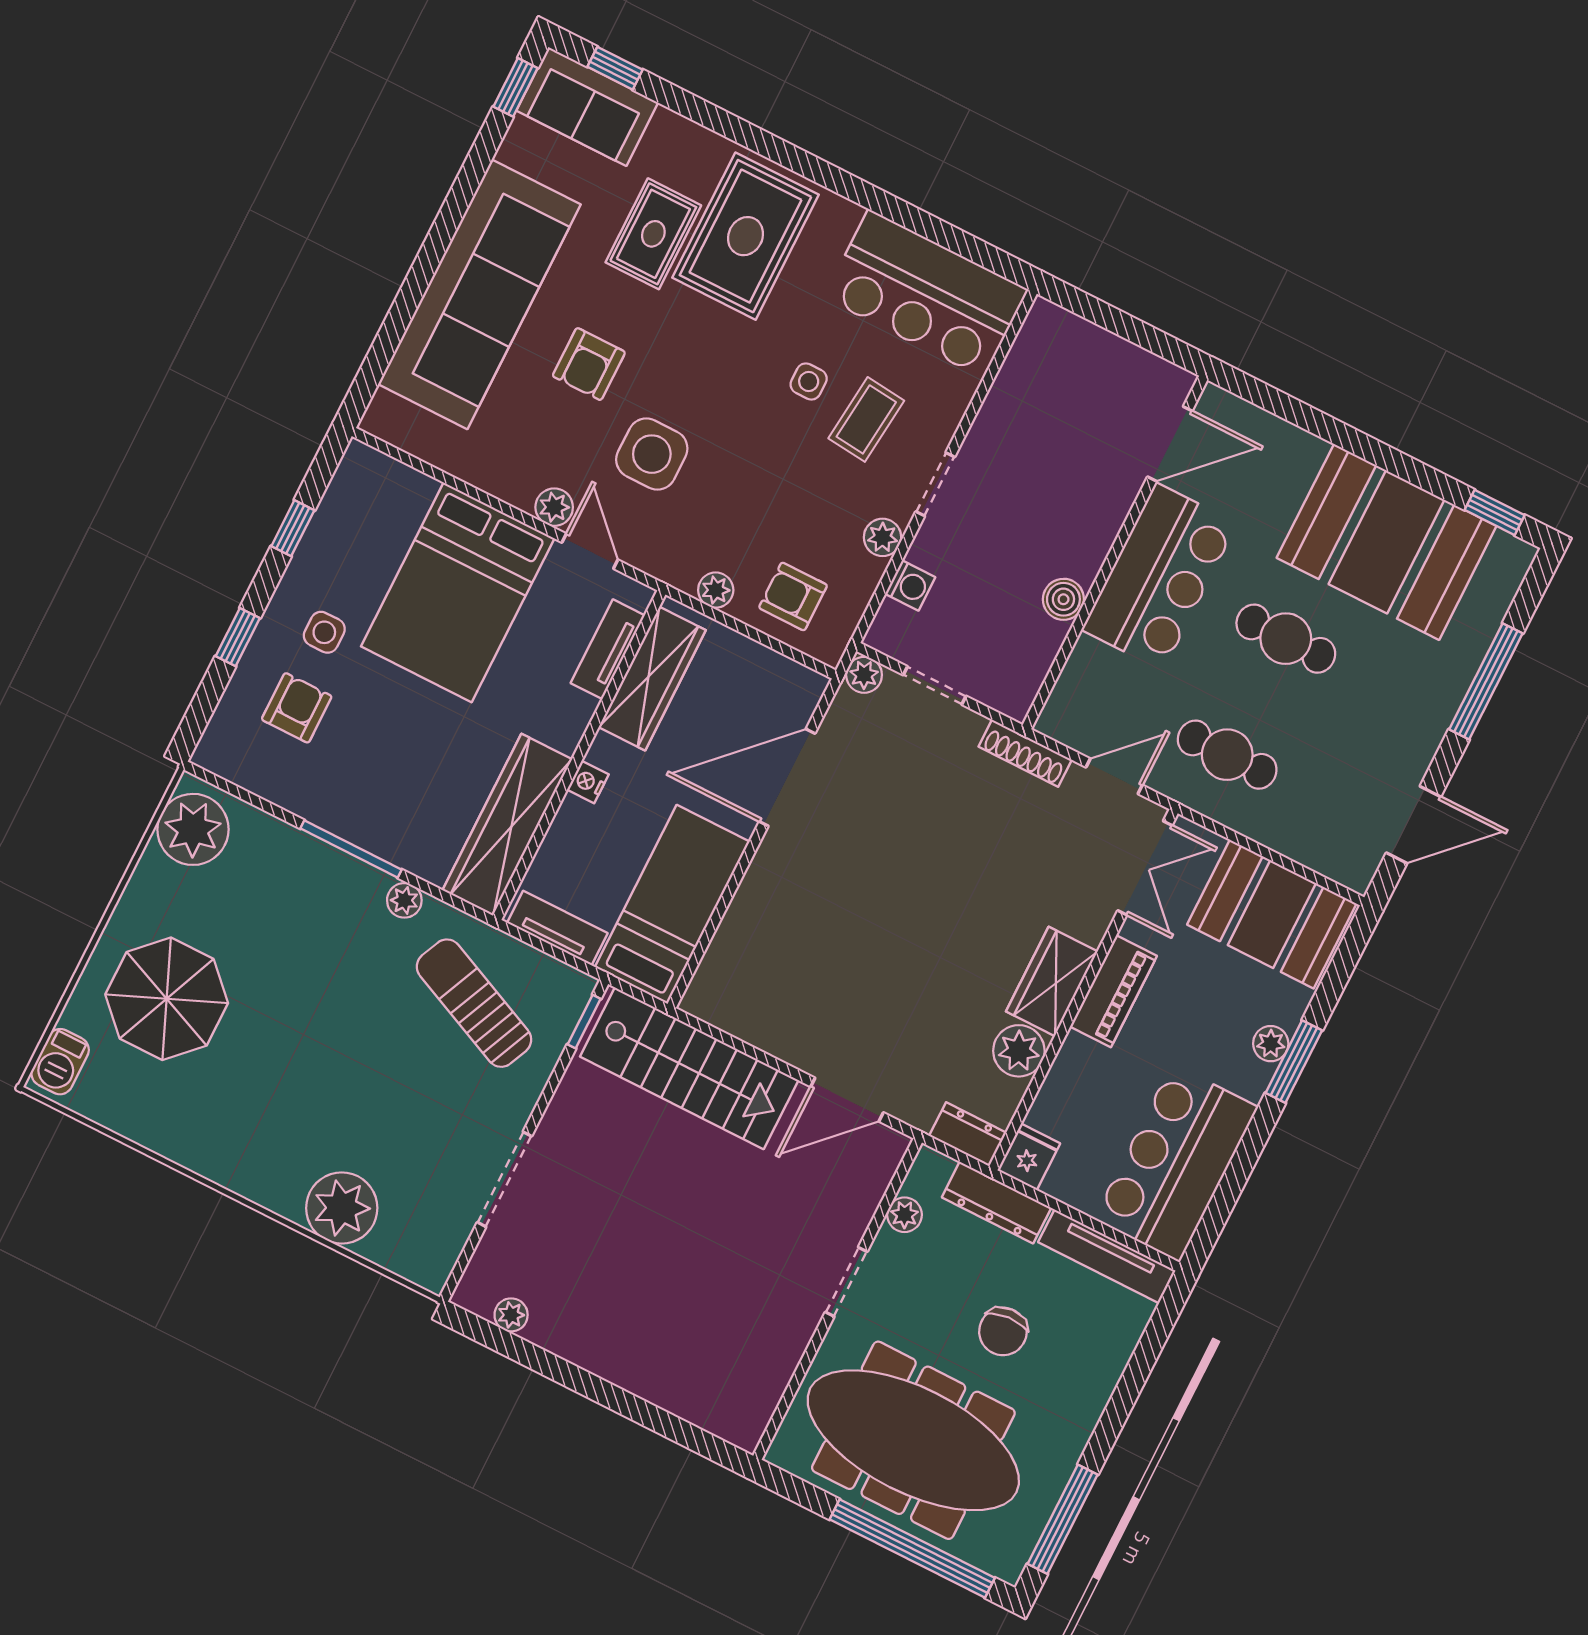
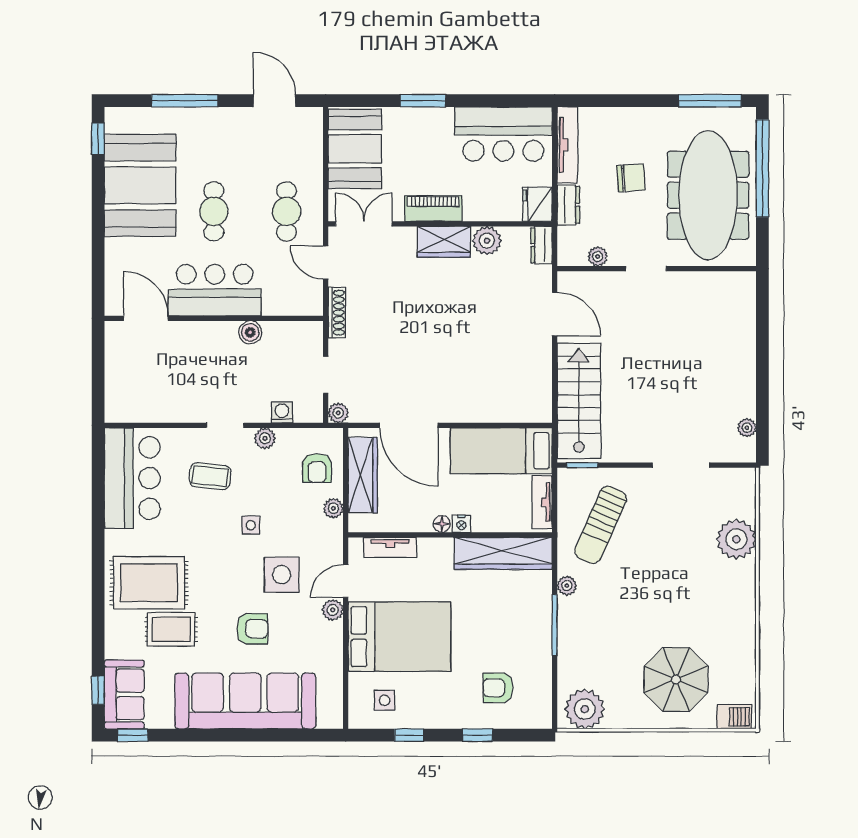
side table: (809, 381) -> (251, 525), moved
side table: (324, 632) -> (385, 700), moved
wardrobe: (652, 679) -> (363, 475), moved, turned 90
floor lamp: (604, 751) -> (442, 524), added
plant: (1271, 1044) -> (420, 117), removed
fridge: (1029, 1157) -> (537, 204), width x1.38
dresser: (996, 1203) -> (568, 205), width x0.70

